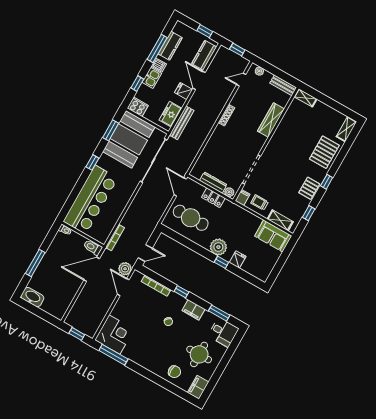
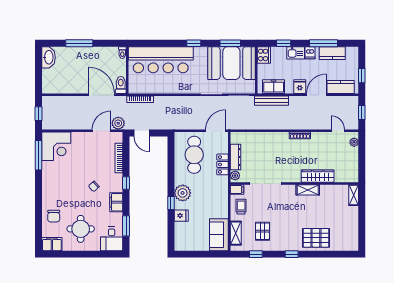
bench: (283, 85) -> (353, 170), removed
shelving: (346, 129) -> (308, 190), moved
pallet: (309, 188) -> (262, 231), moved, turned 90

